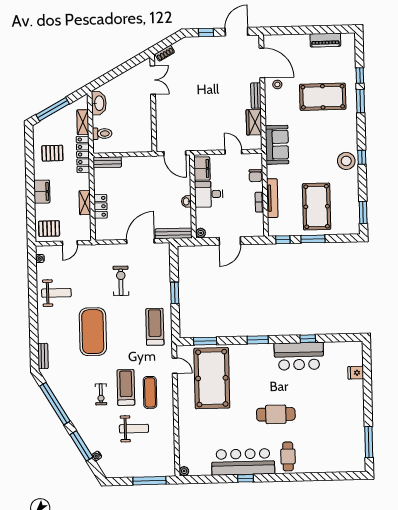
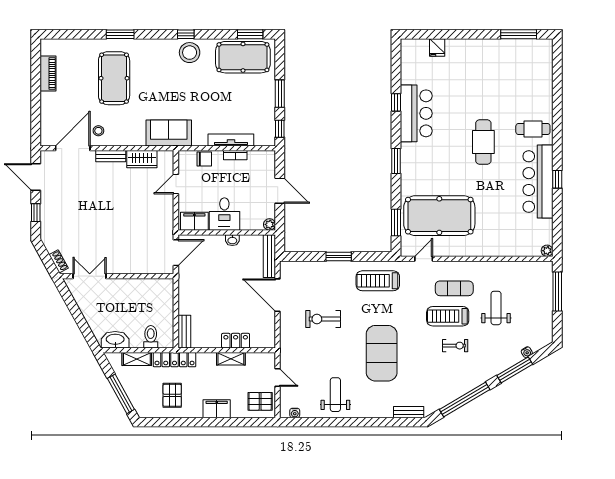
window: (360, 75) -> (90, 34), removed
pool table: (317, 207) -> (243, 57), moved
pallet: (49, 229) -> (260, 401), turned 90
exercise mat: (93, 332) -> (382, 353), turned 90

